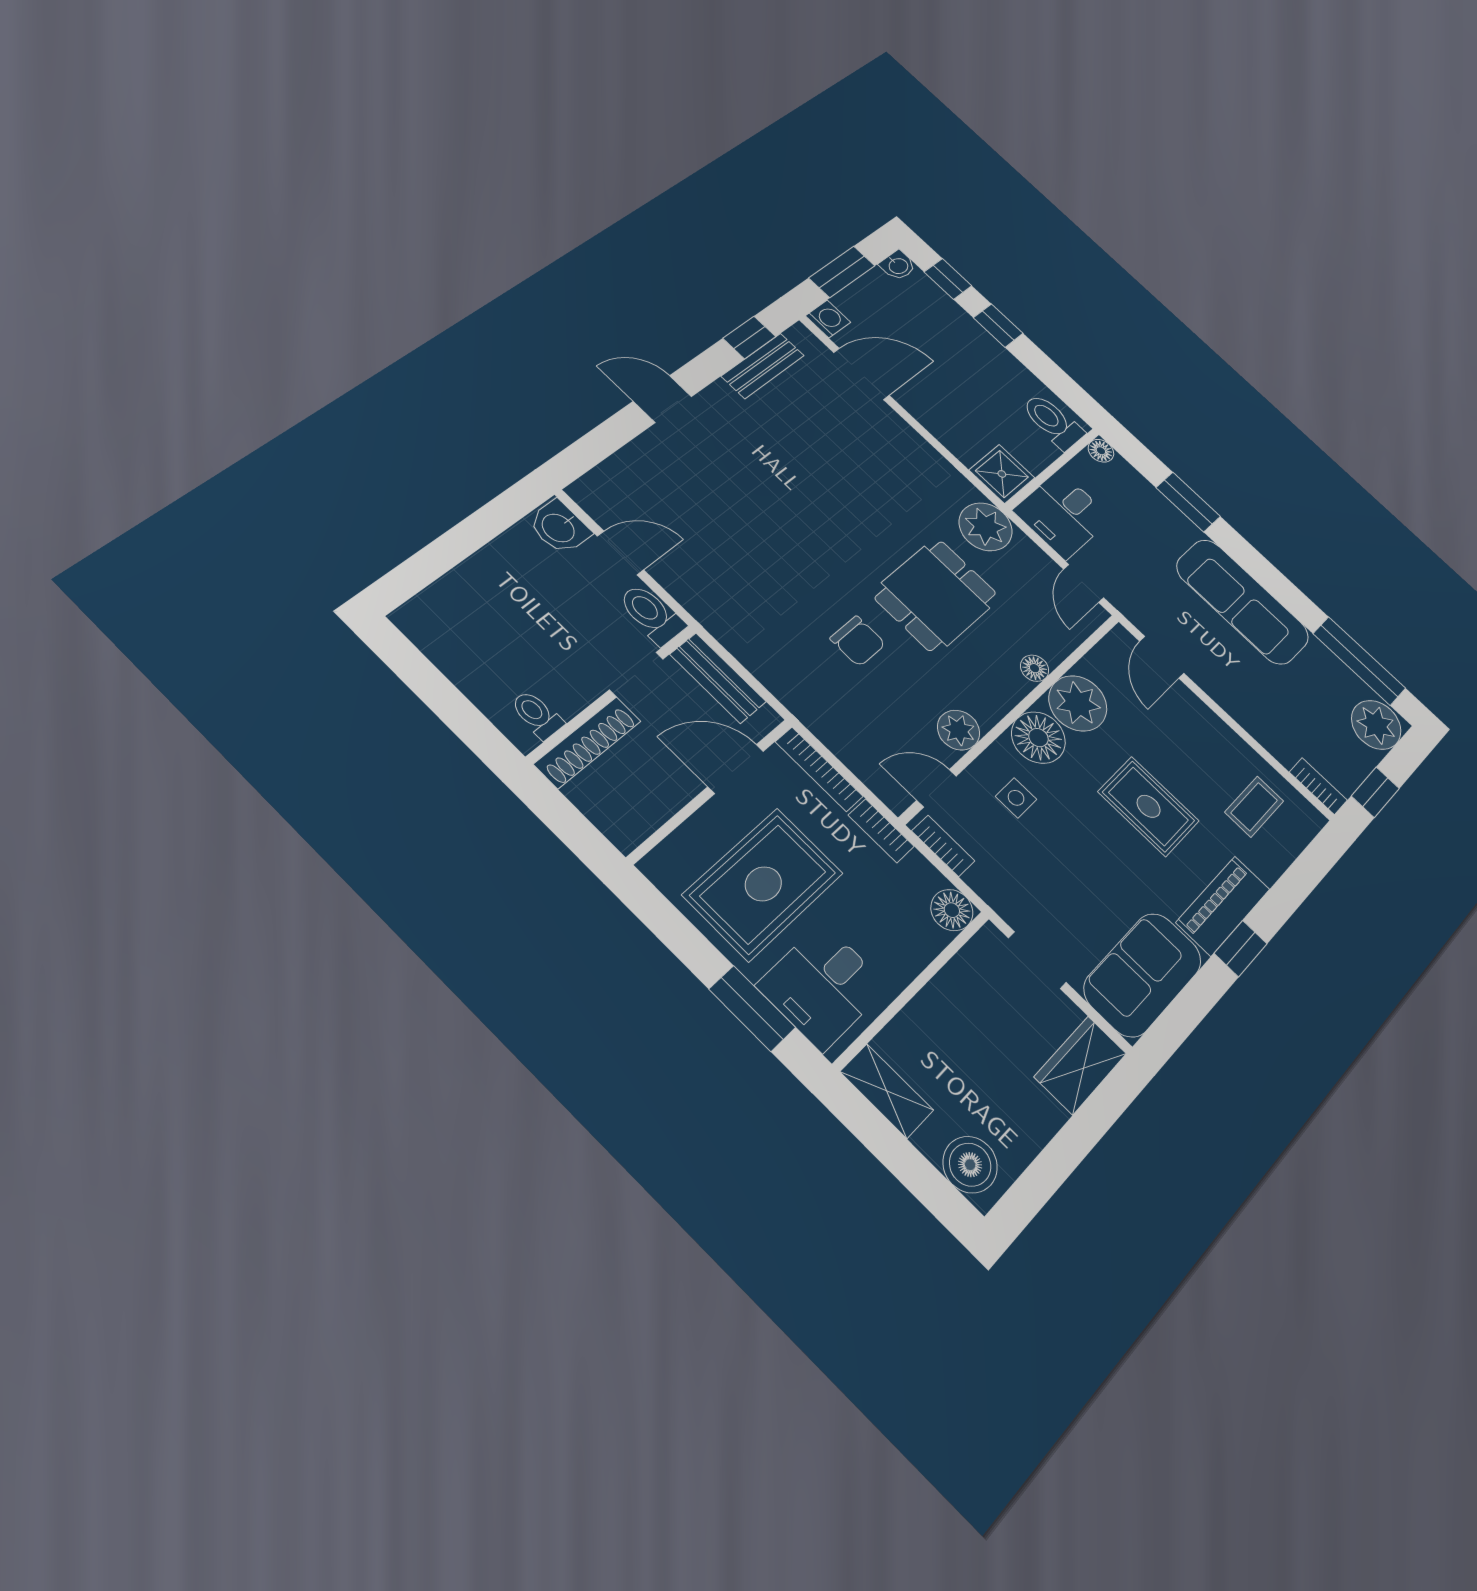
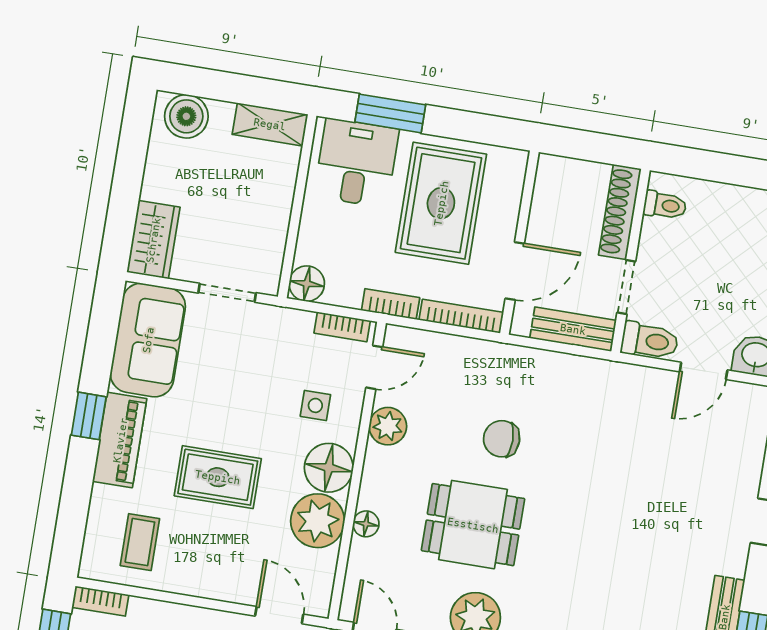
dining table: (936, 596) -> (473, 525), turned 90

